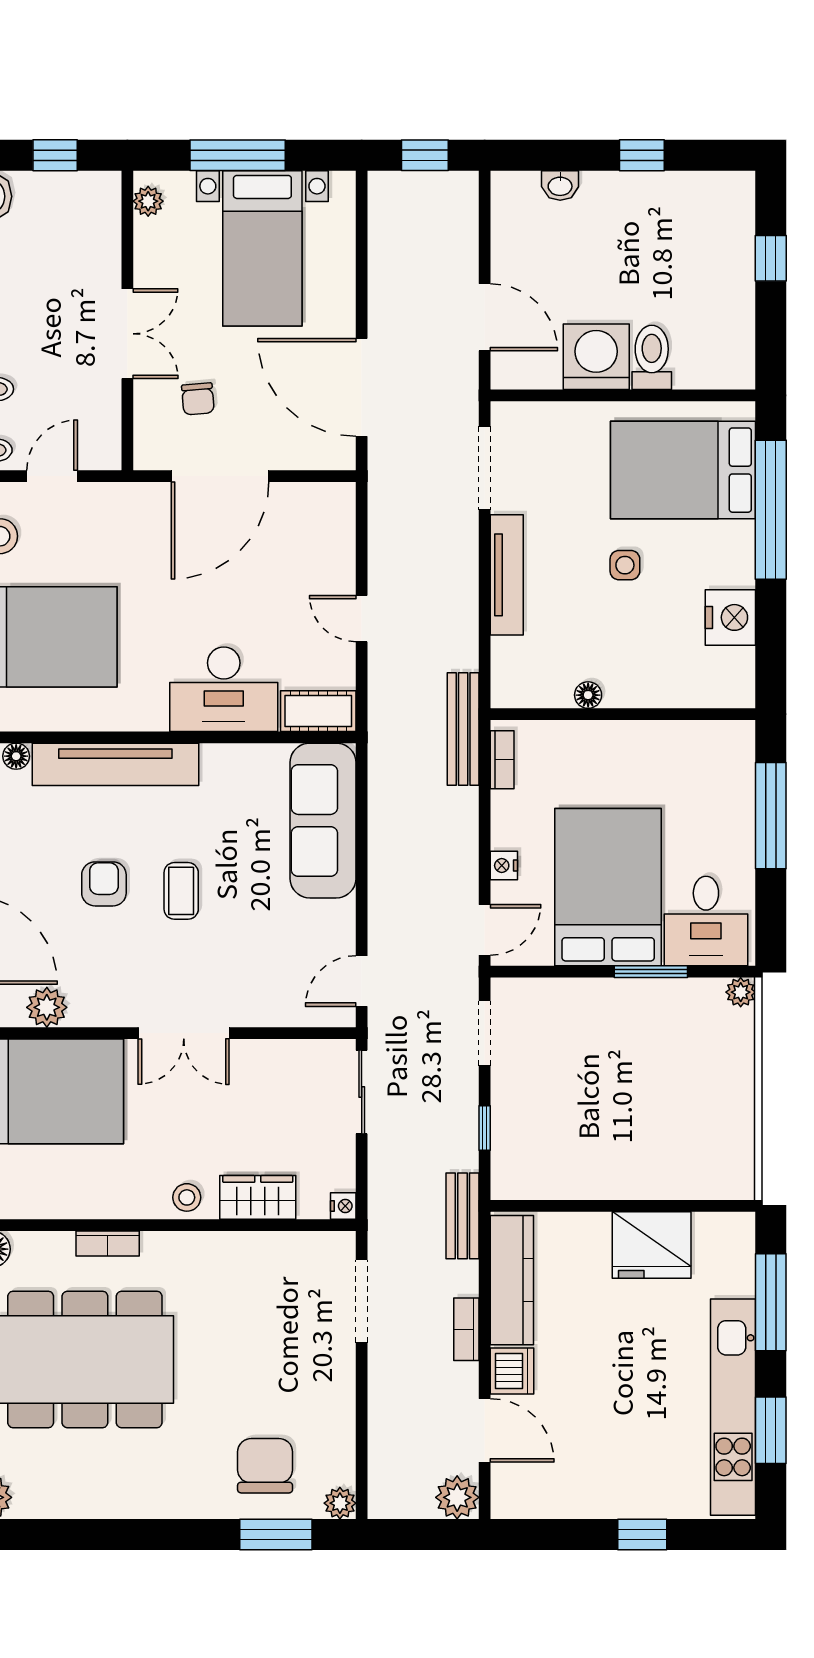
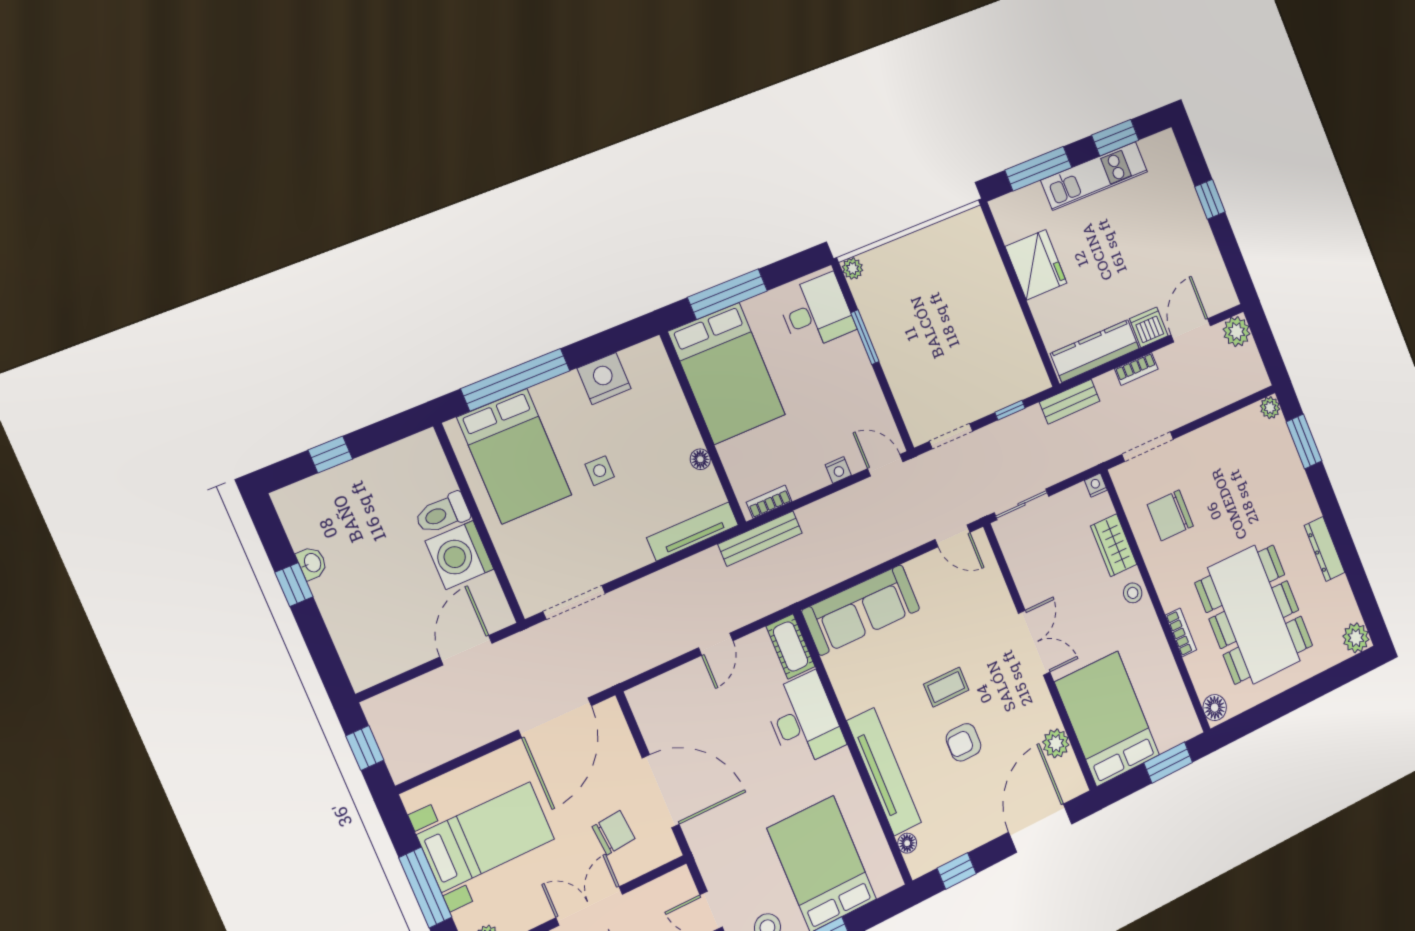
washbasin: (560, 185) -> (312, 563), moved
chair: (198, 399) -> (614, 833), width x1.37, depth x1.37
tv unit: (507, 575) -> (693, 531), moved
bed: (608, 887) -> (727, 373), moved, turned -90
kitchen unit: (733, 1407) -> (1094, 176), width x0.73
chair: (265, 1466) -> (1170, 515), moved
dresser: (124, 1502) -> (1325, 549), added

